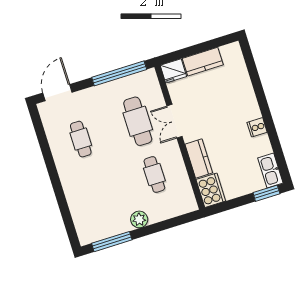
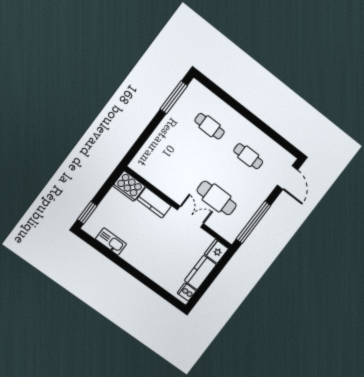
cooker: (257, 127) -> (187, 292), moved, turned -90
kitchen sink: (270, 171) -> (111, 242), moved
cafe table: (154, 174) -> (210, 126), moved
plant: (139, 219) -> (165, 128), removed

